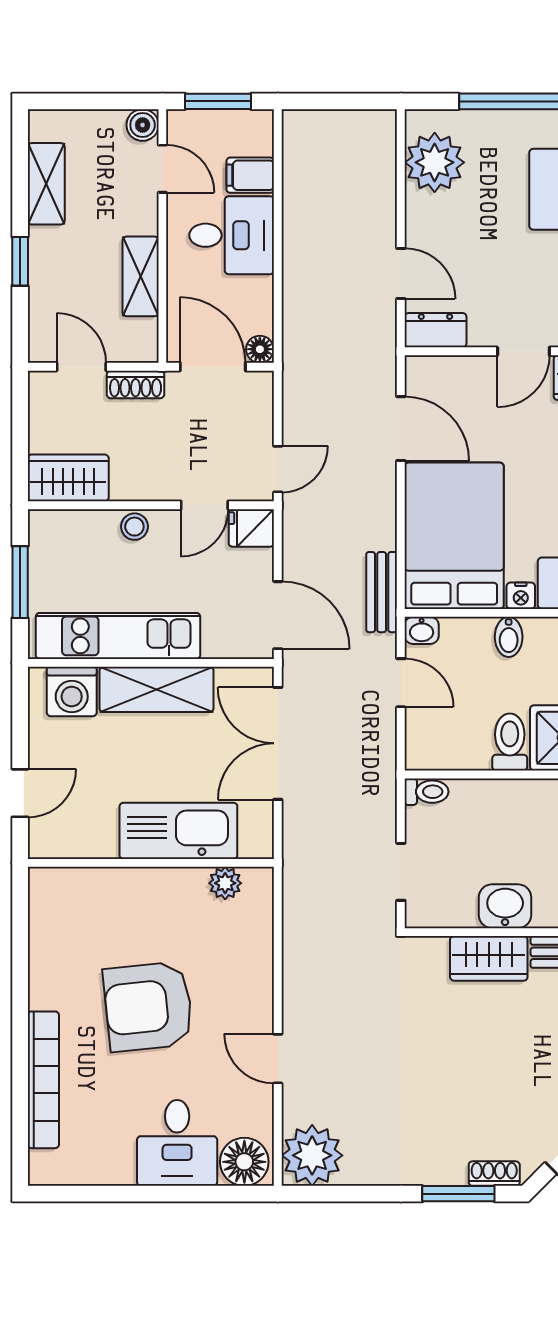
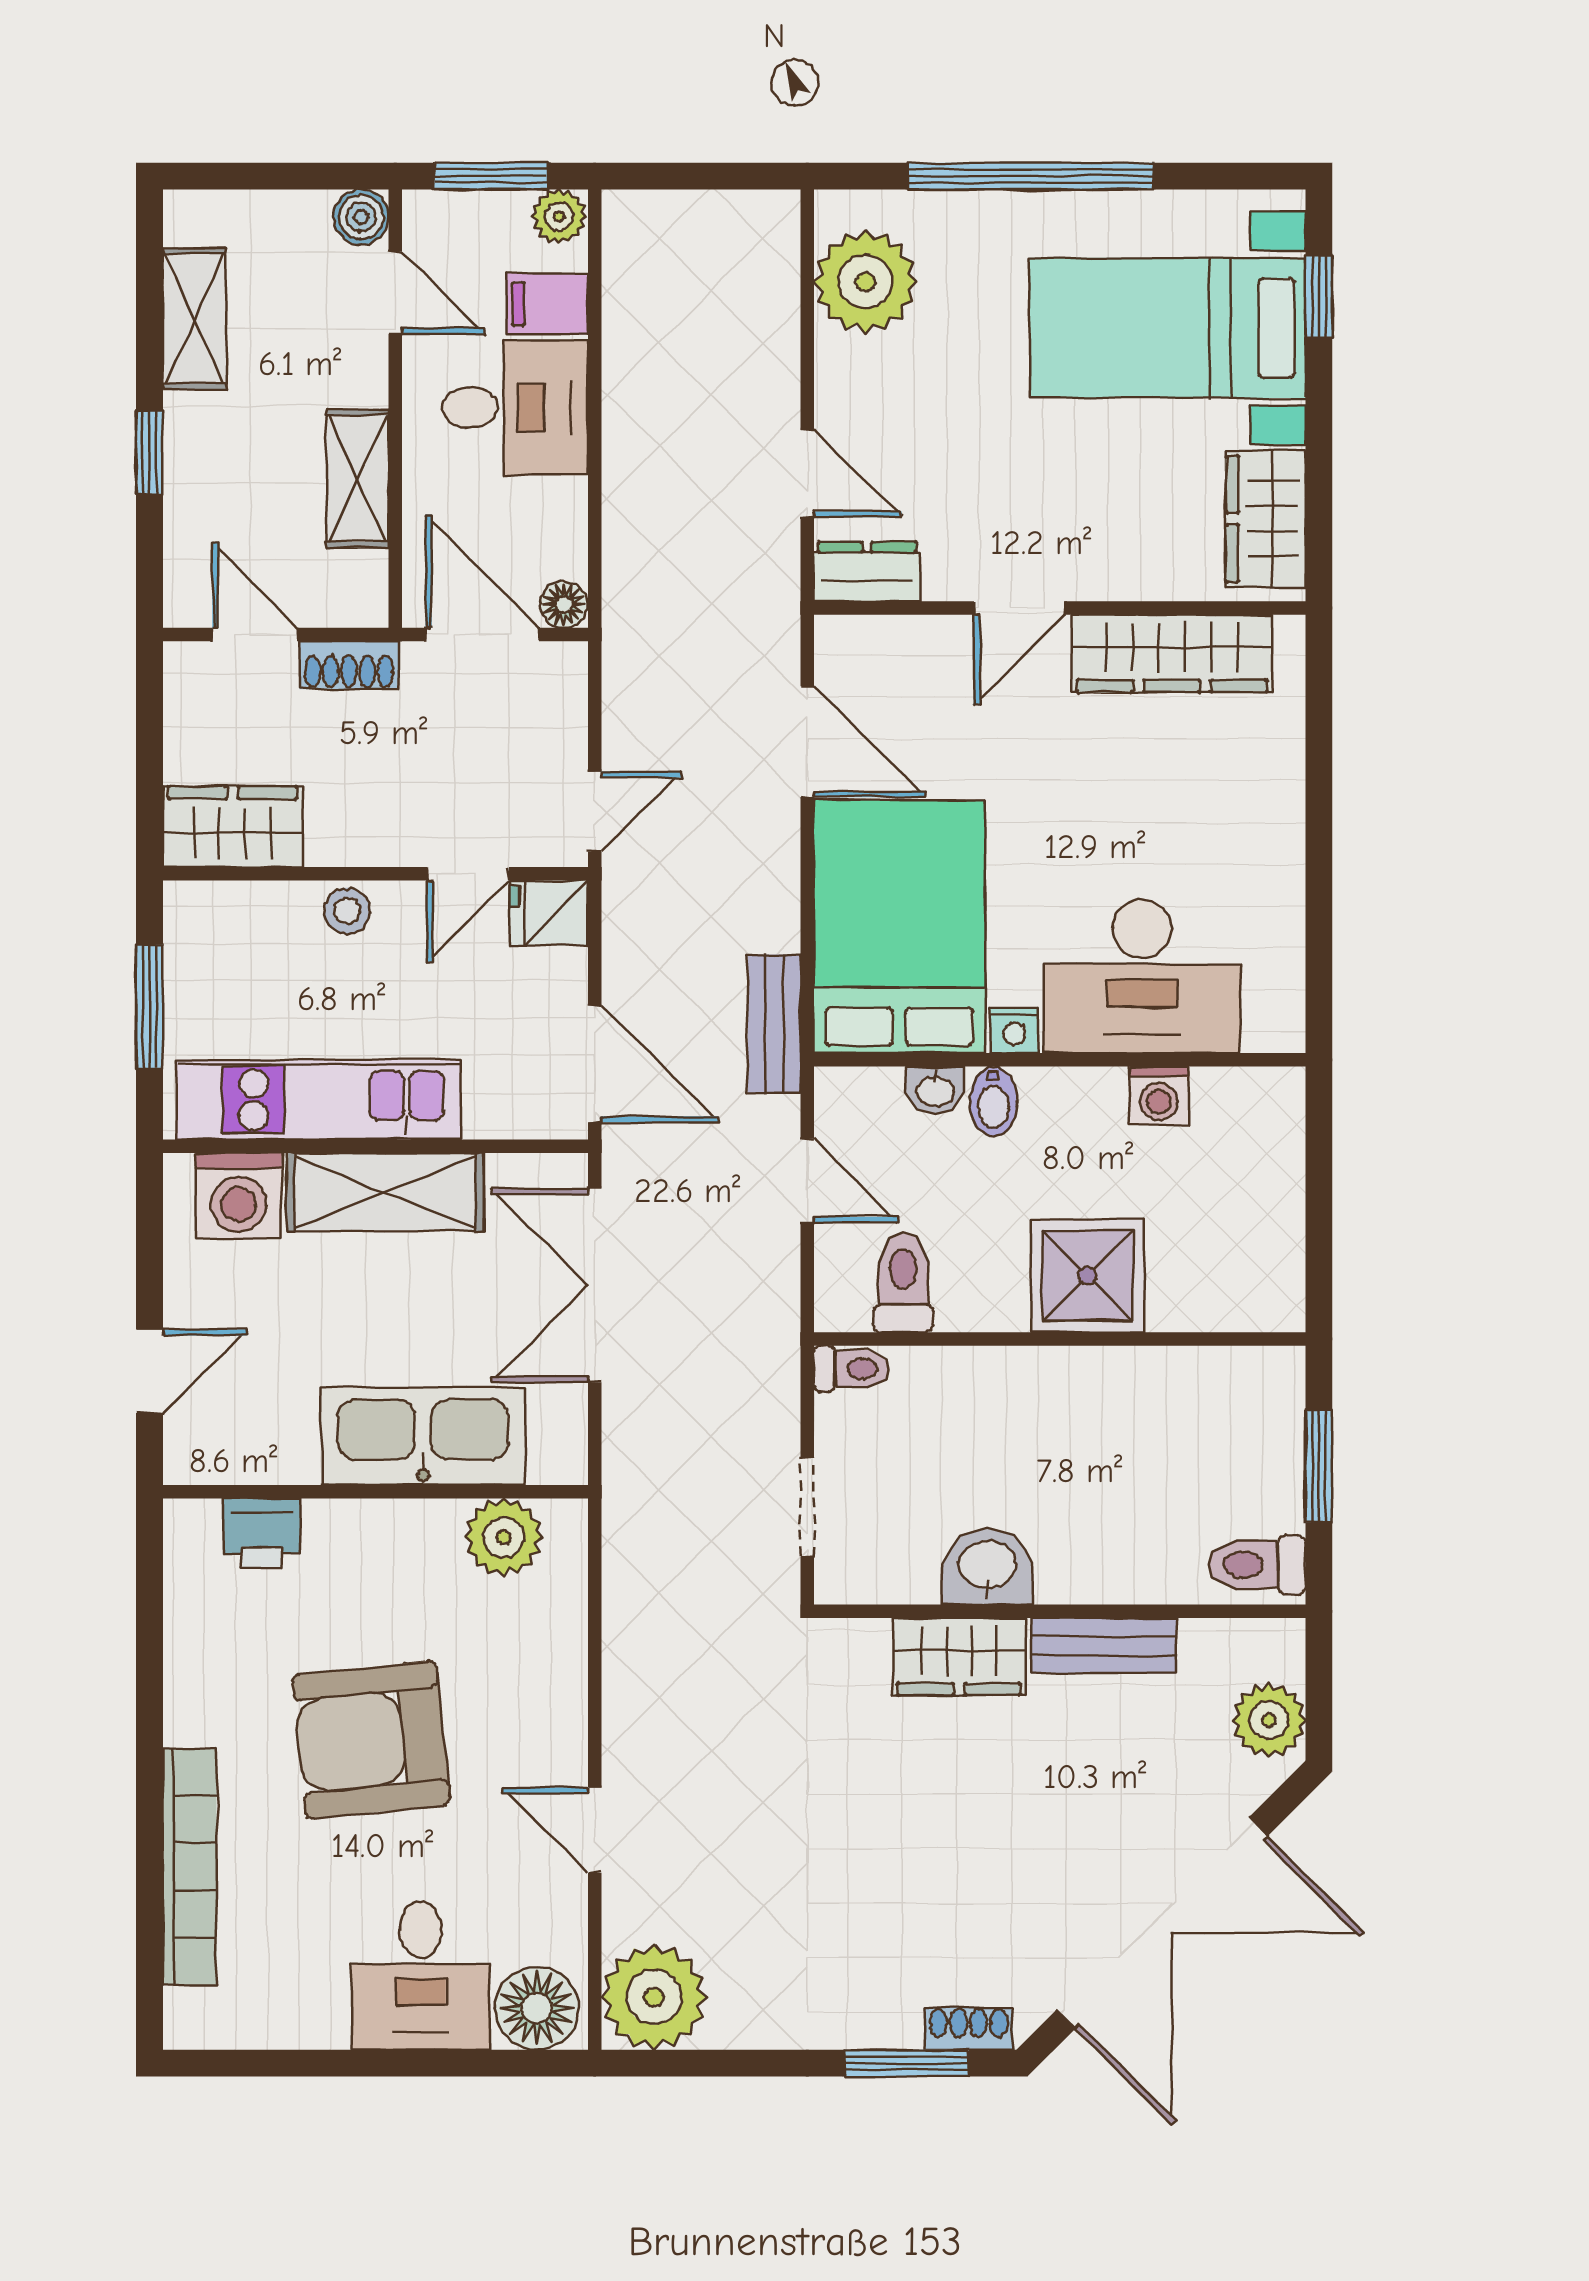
plant: (257, 125) -> (559, 216), added
washbasin: (422, 630) -> (935, 1090), moved
toilet: (510, 742) -> (903, 1283), moved
plant: (225, 883) -> (504, 1537), width x1.38, depth x1.38
printer: (85, 887) -> (262, 1533), added

